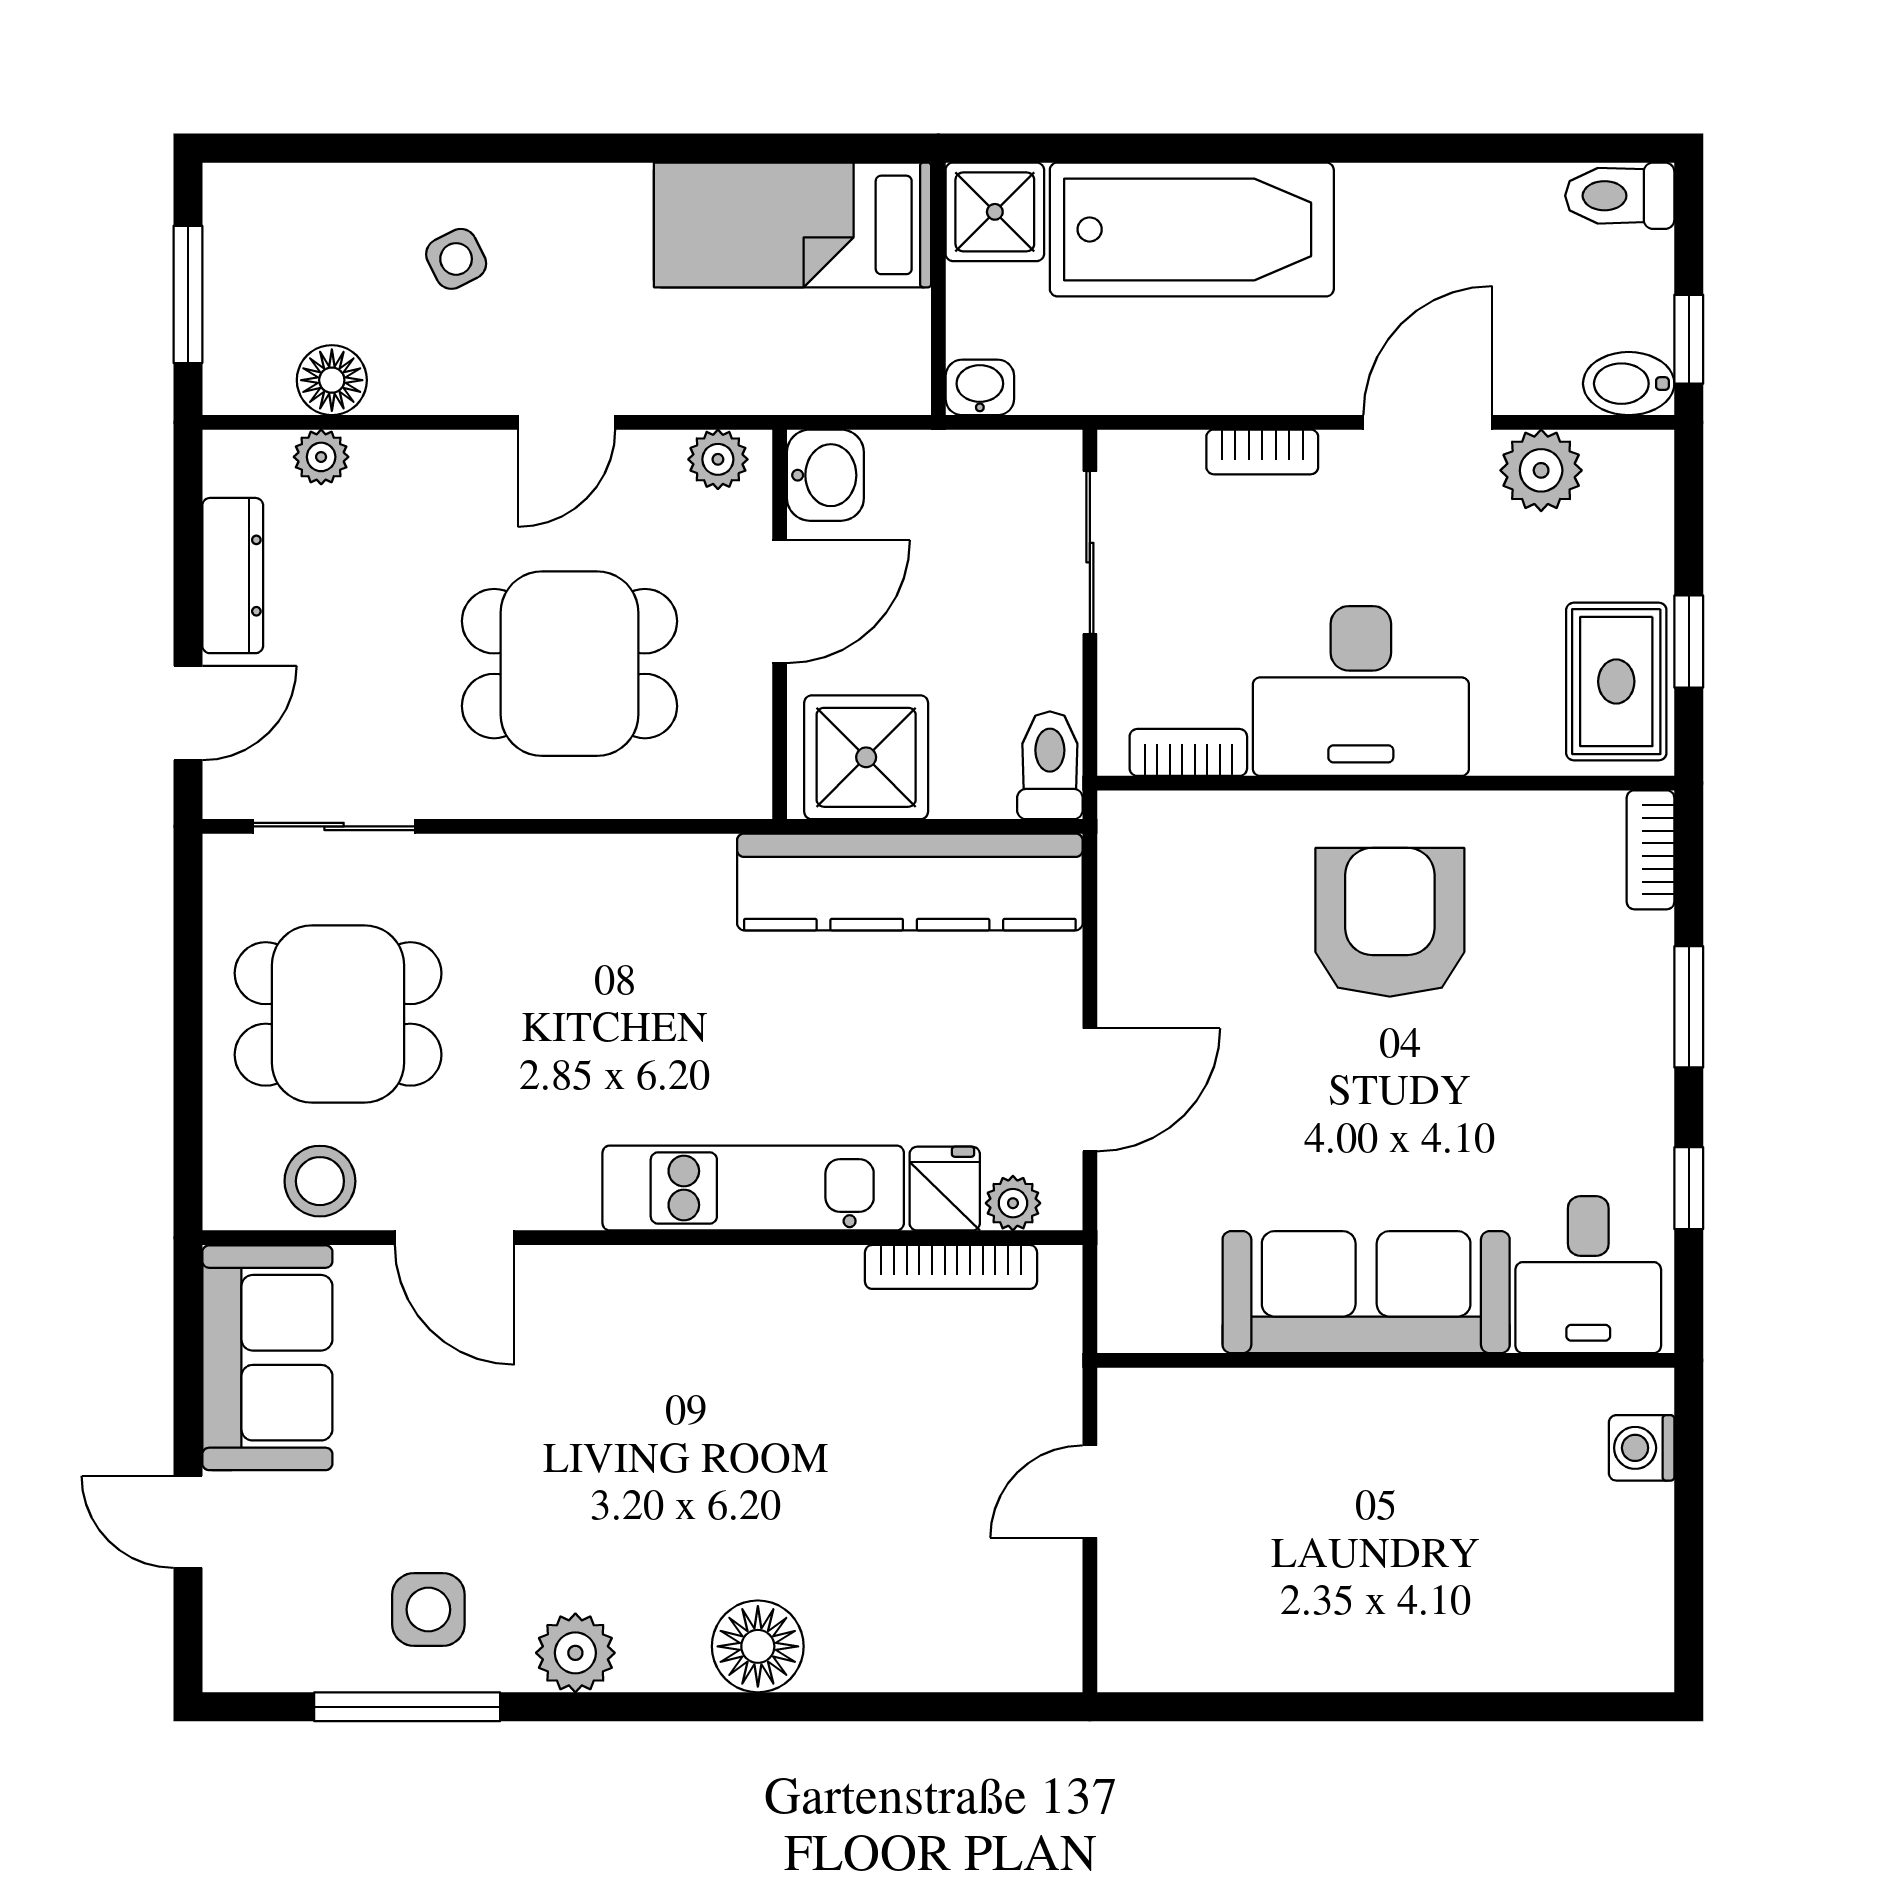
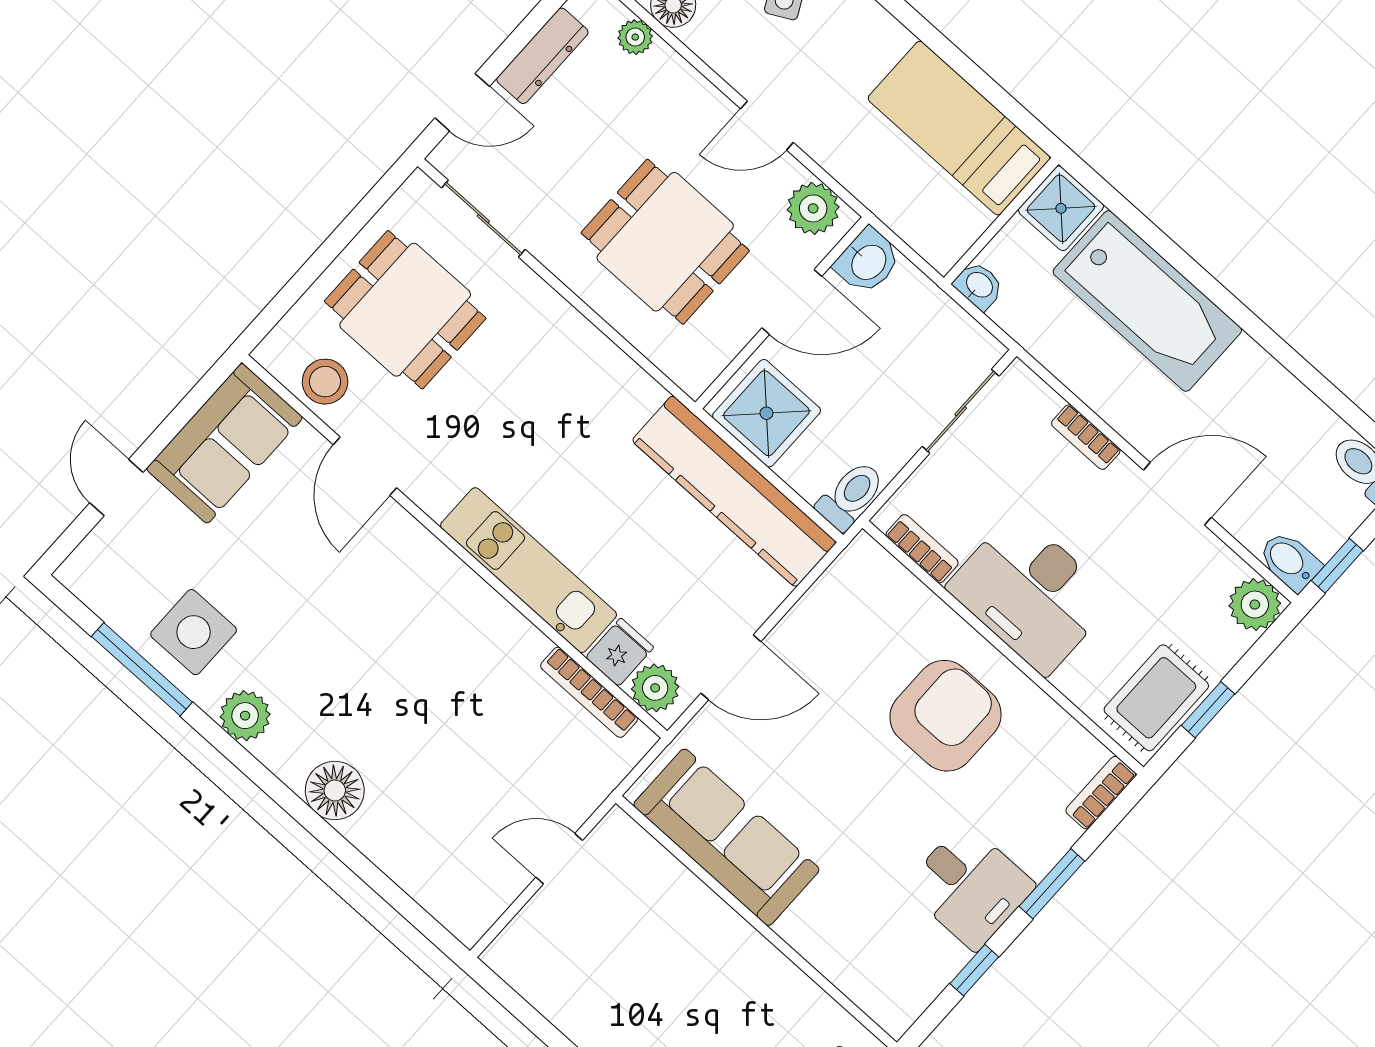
plant: (718, 459) -> (813, 208), width x1.38, depth x1.38
plant: (1541, 470) -> (1255, 605), moved
plant: (1013, 1203) -> (655, 688), width x1.38, depth x1.38
desk: (1588, 1275) -> (970, 886), moved, turned -90
sofa: (1366, 1292) -> (726, 837), moved
side table: (428, 1610) -> (194, 632), width x1.37, depth x1.37

